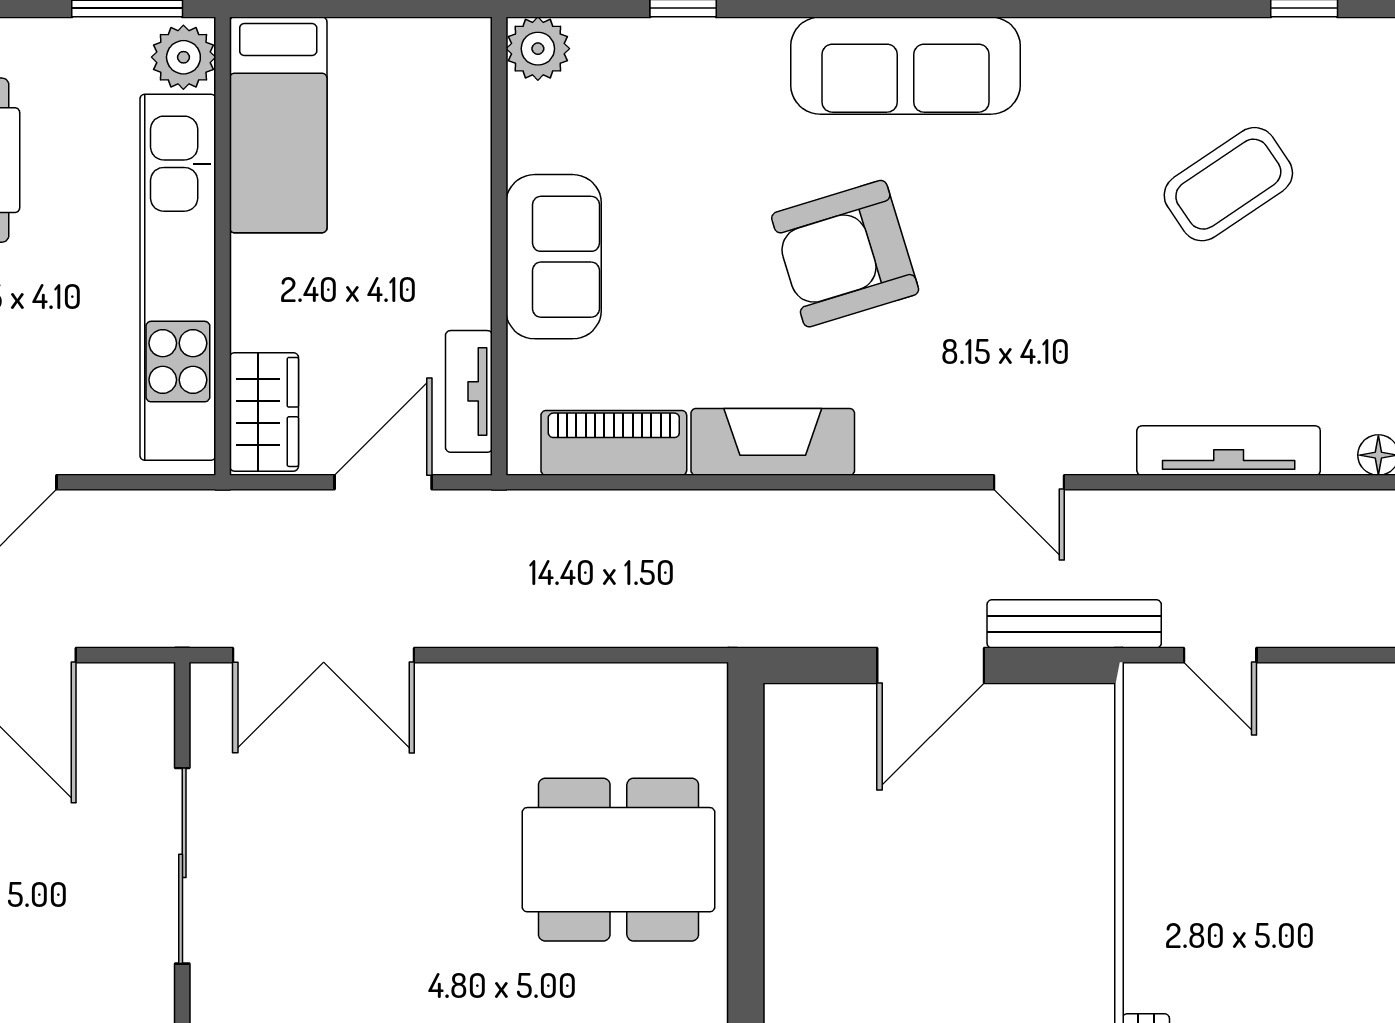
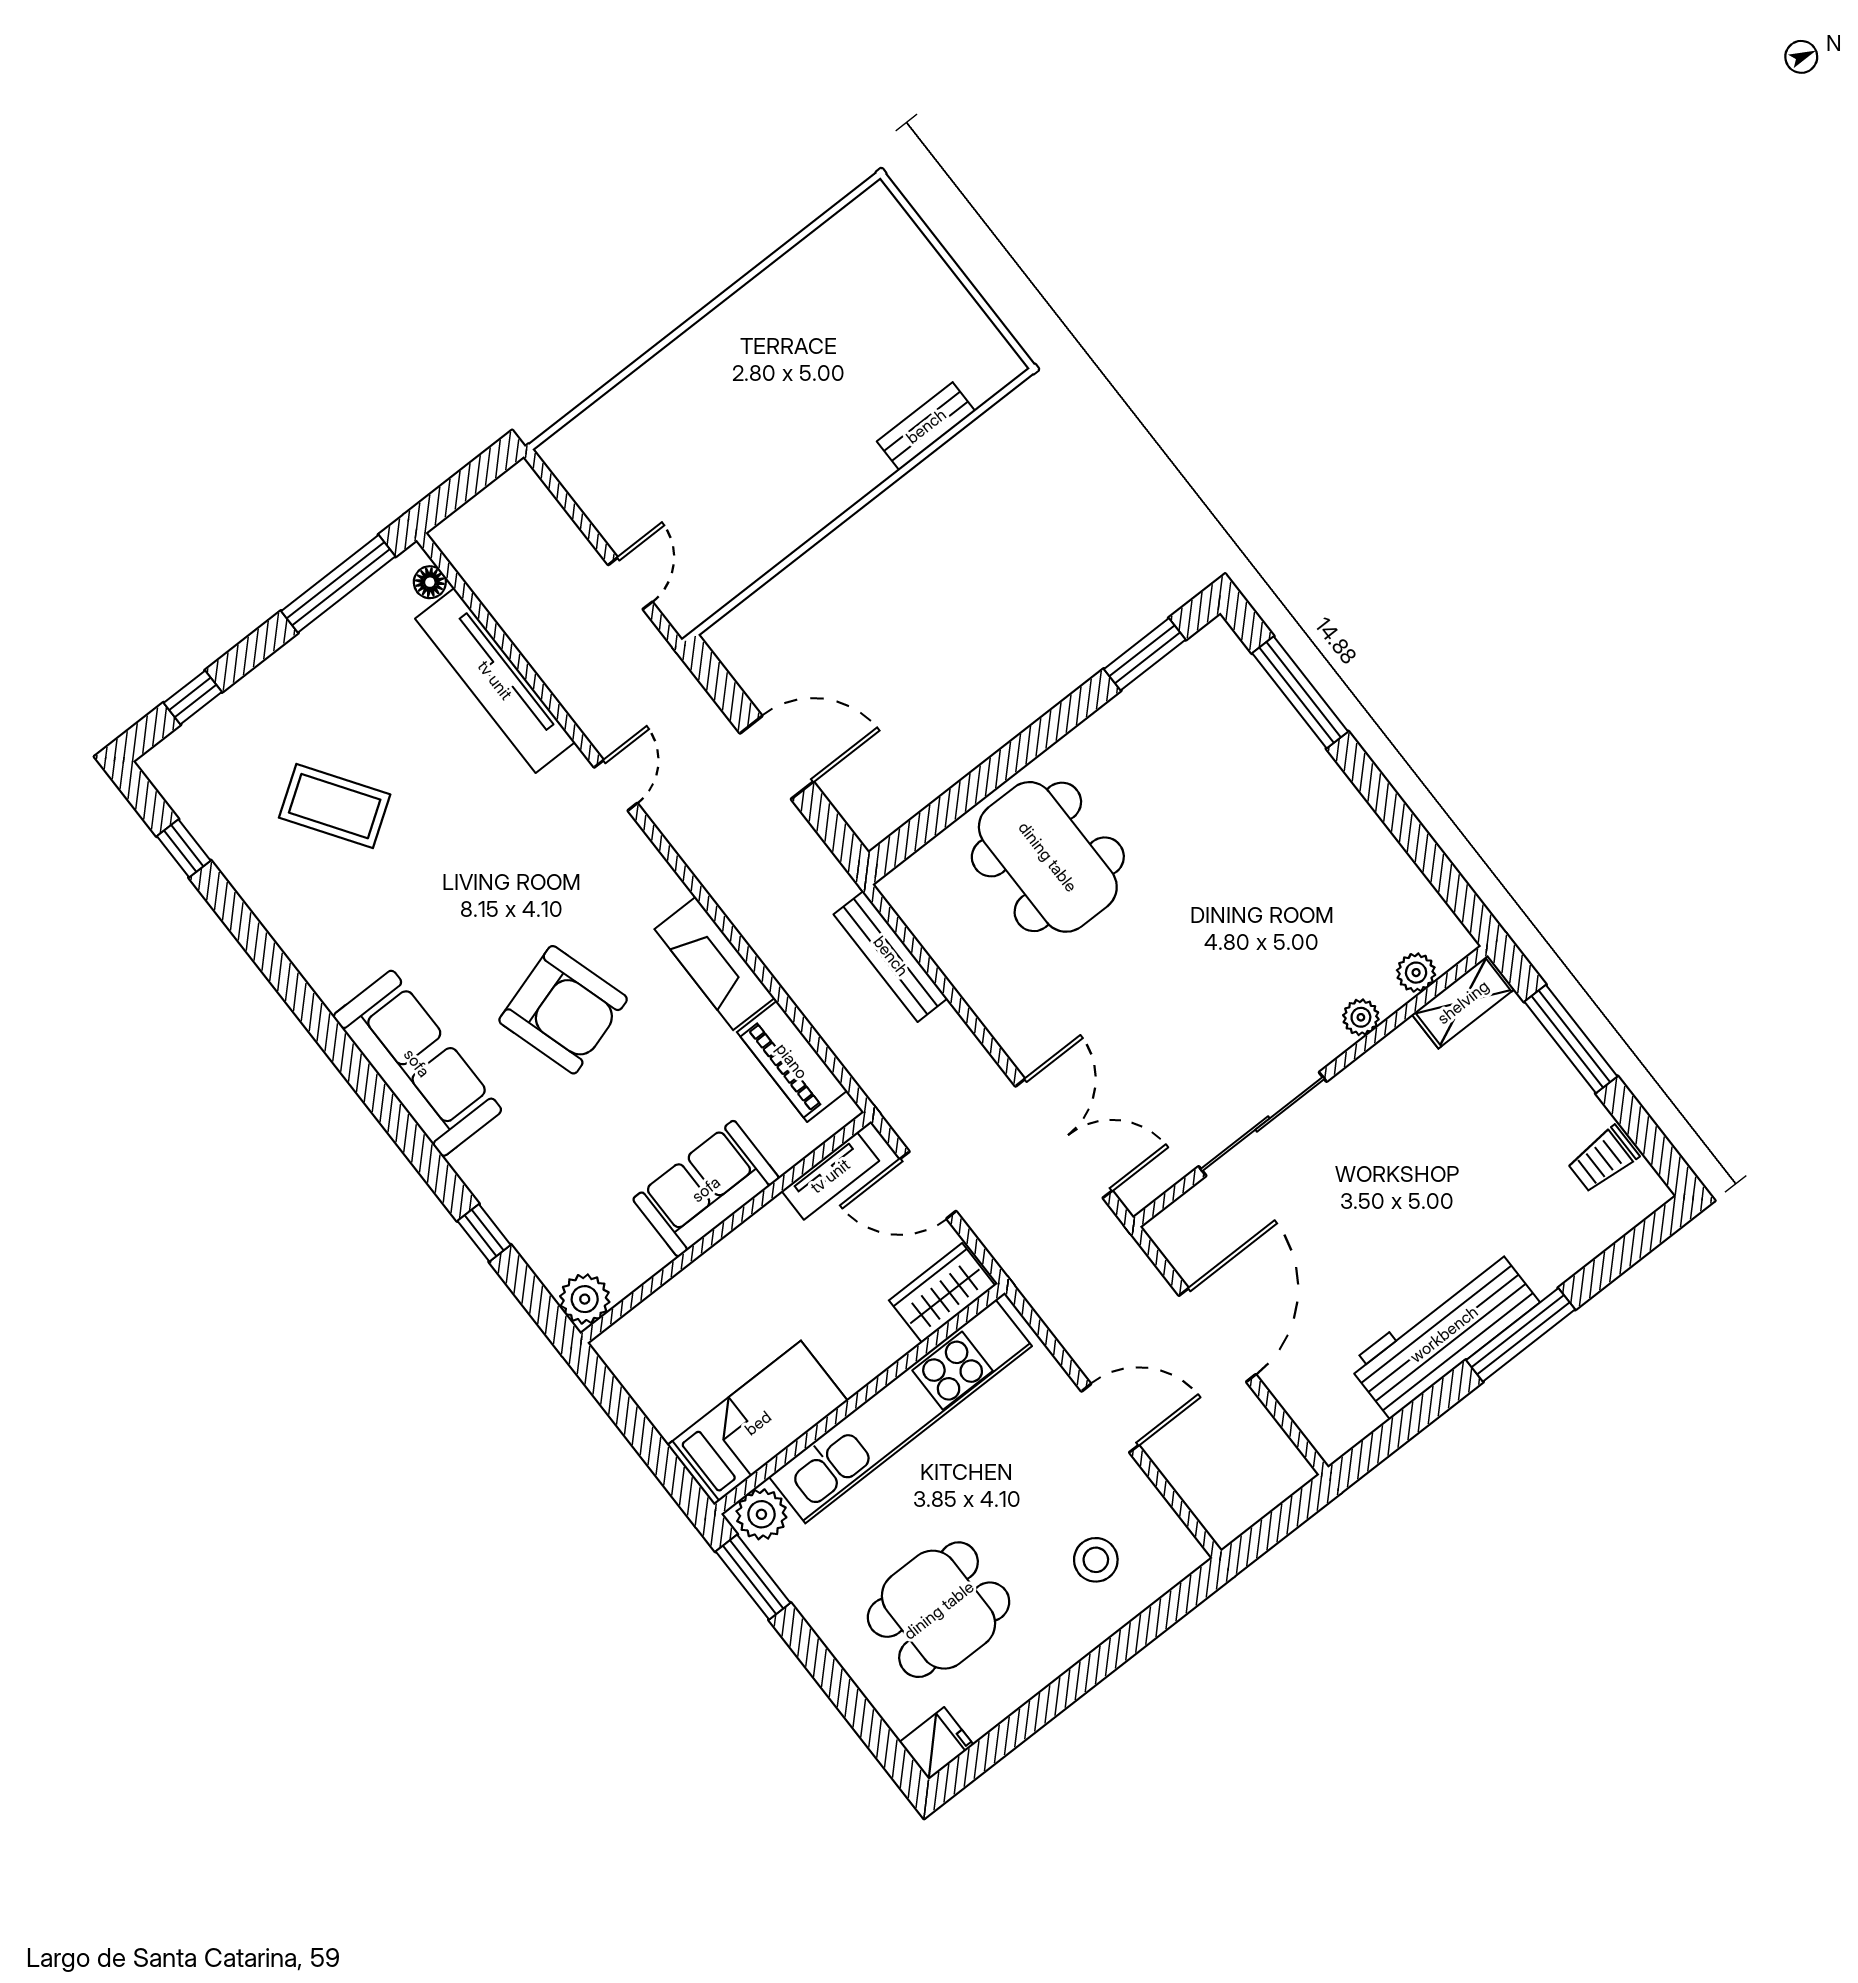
tv unit: (1229, 451) -> (495, 680), width x1.36, depth x1.29
bench: (1074, 624) -> (891, 956), moved

